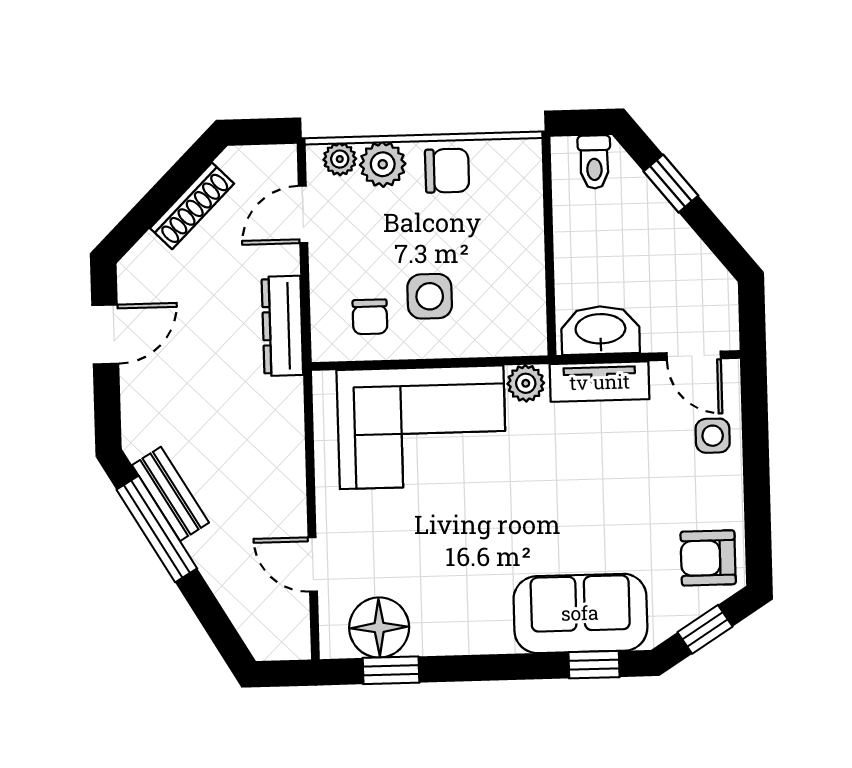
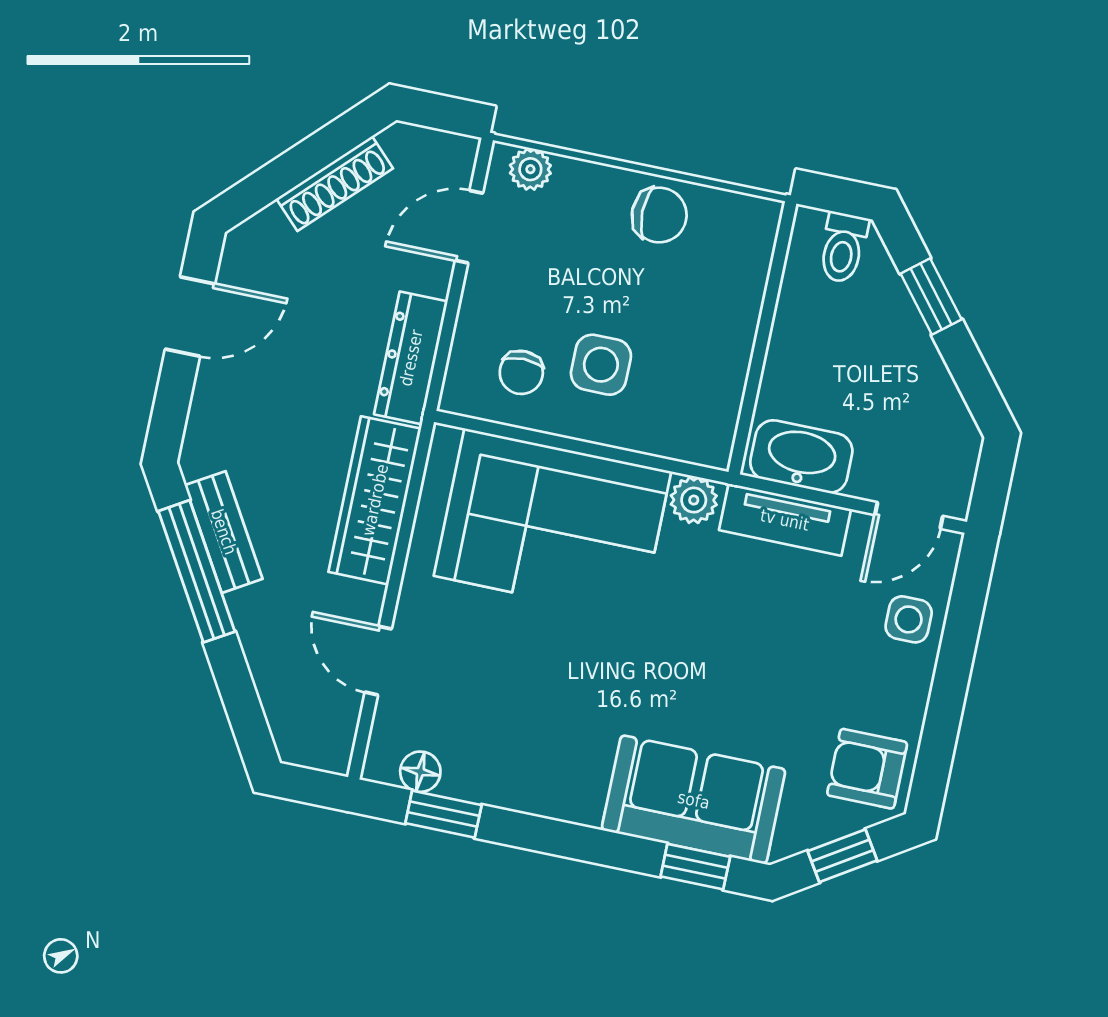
plant: (383, 164) -> (582, 188), removed
door: (694, 356) -> (909, 515), hinge flipped
wardrobe: (281, 442) -> (375, 500), added
floor lamp: (379, 627) -> (420, 772), width x0.53, depth x0.53

